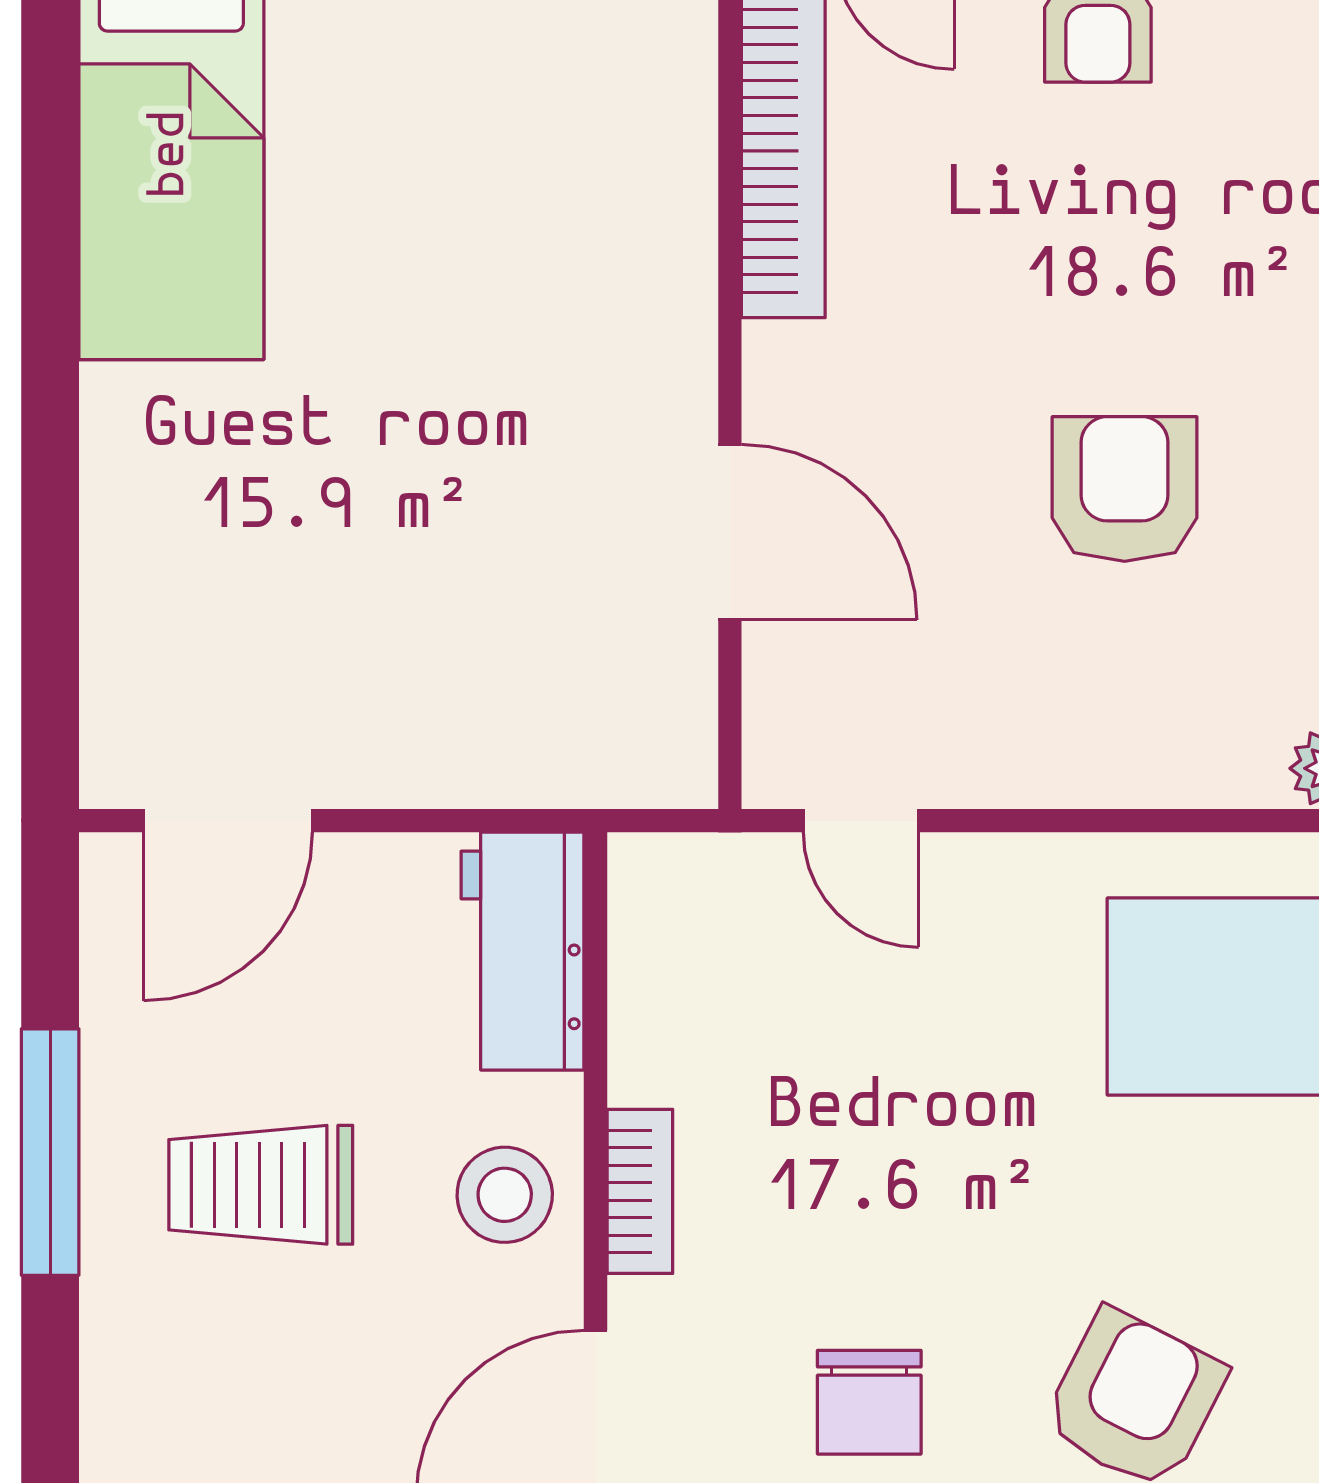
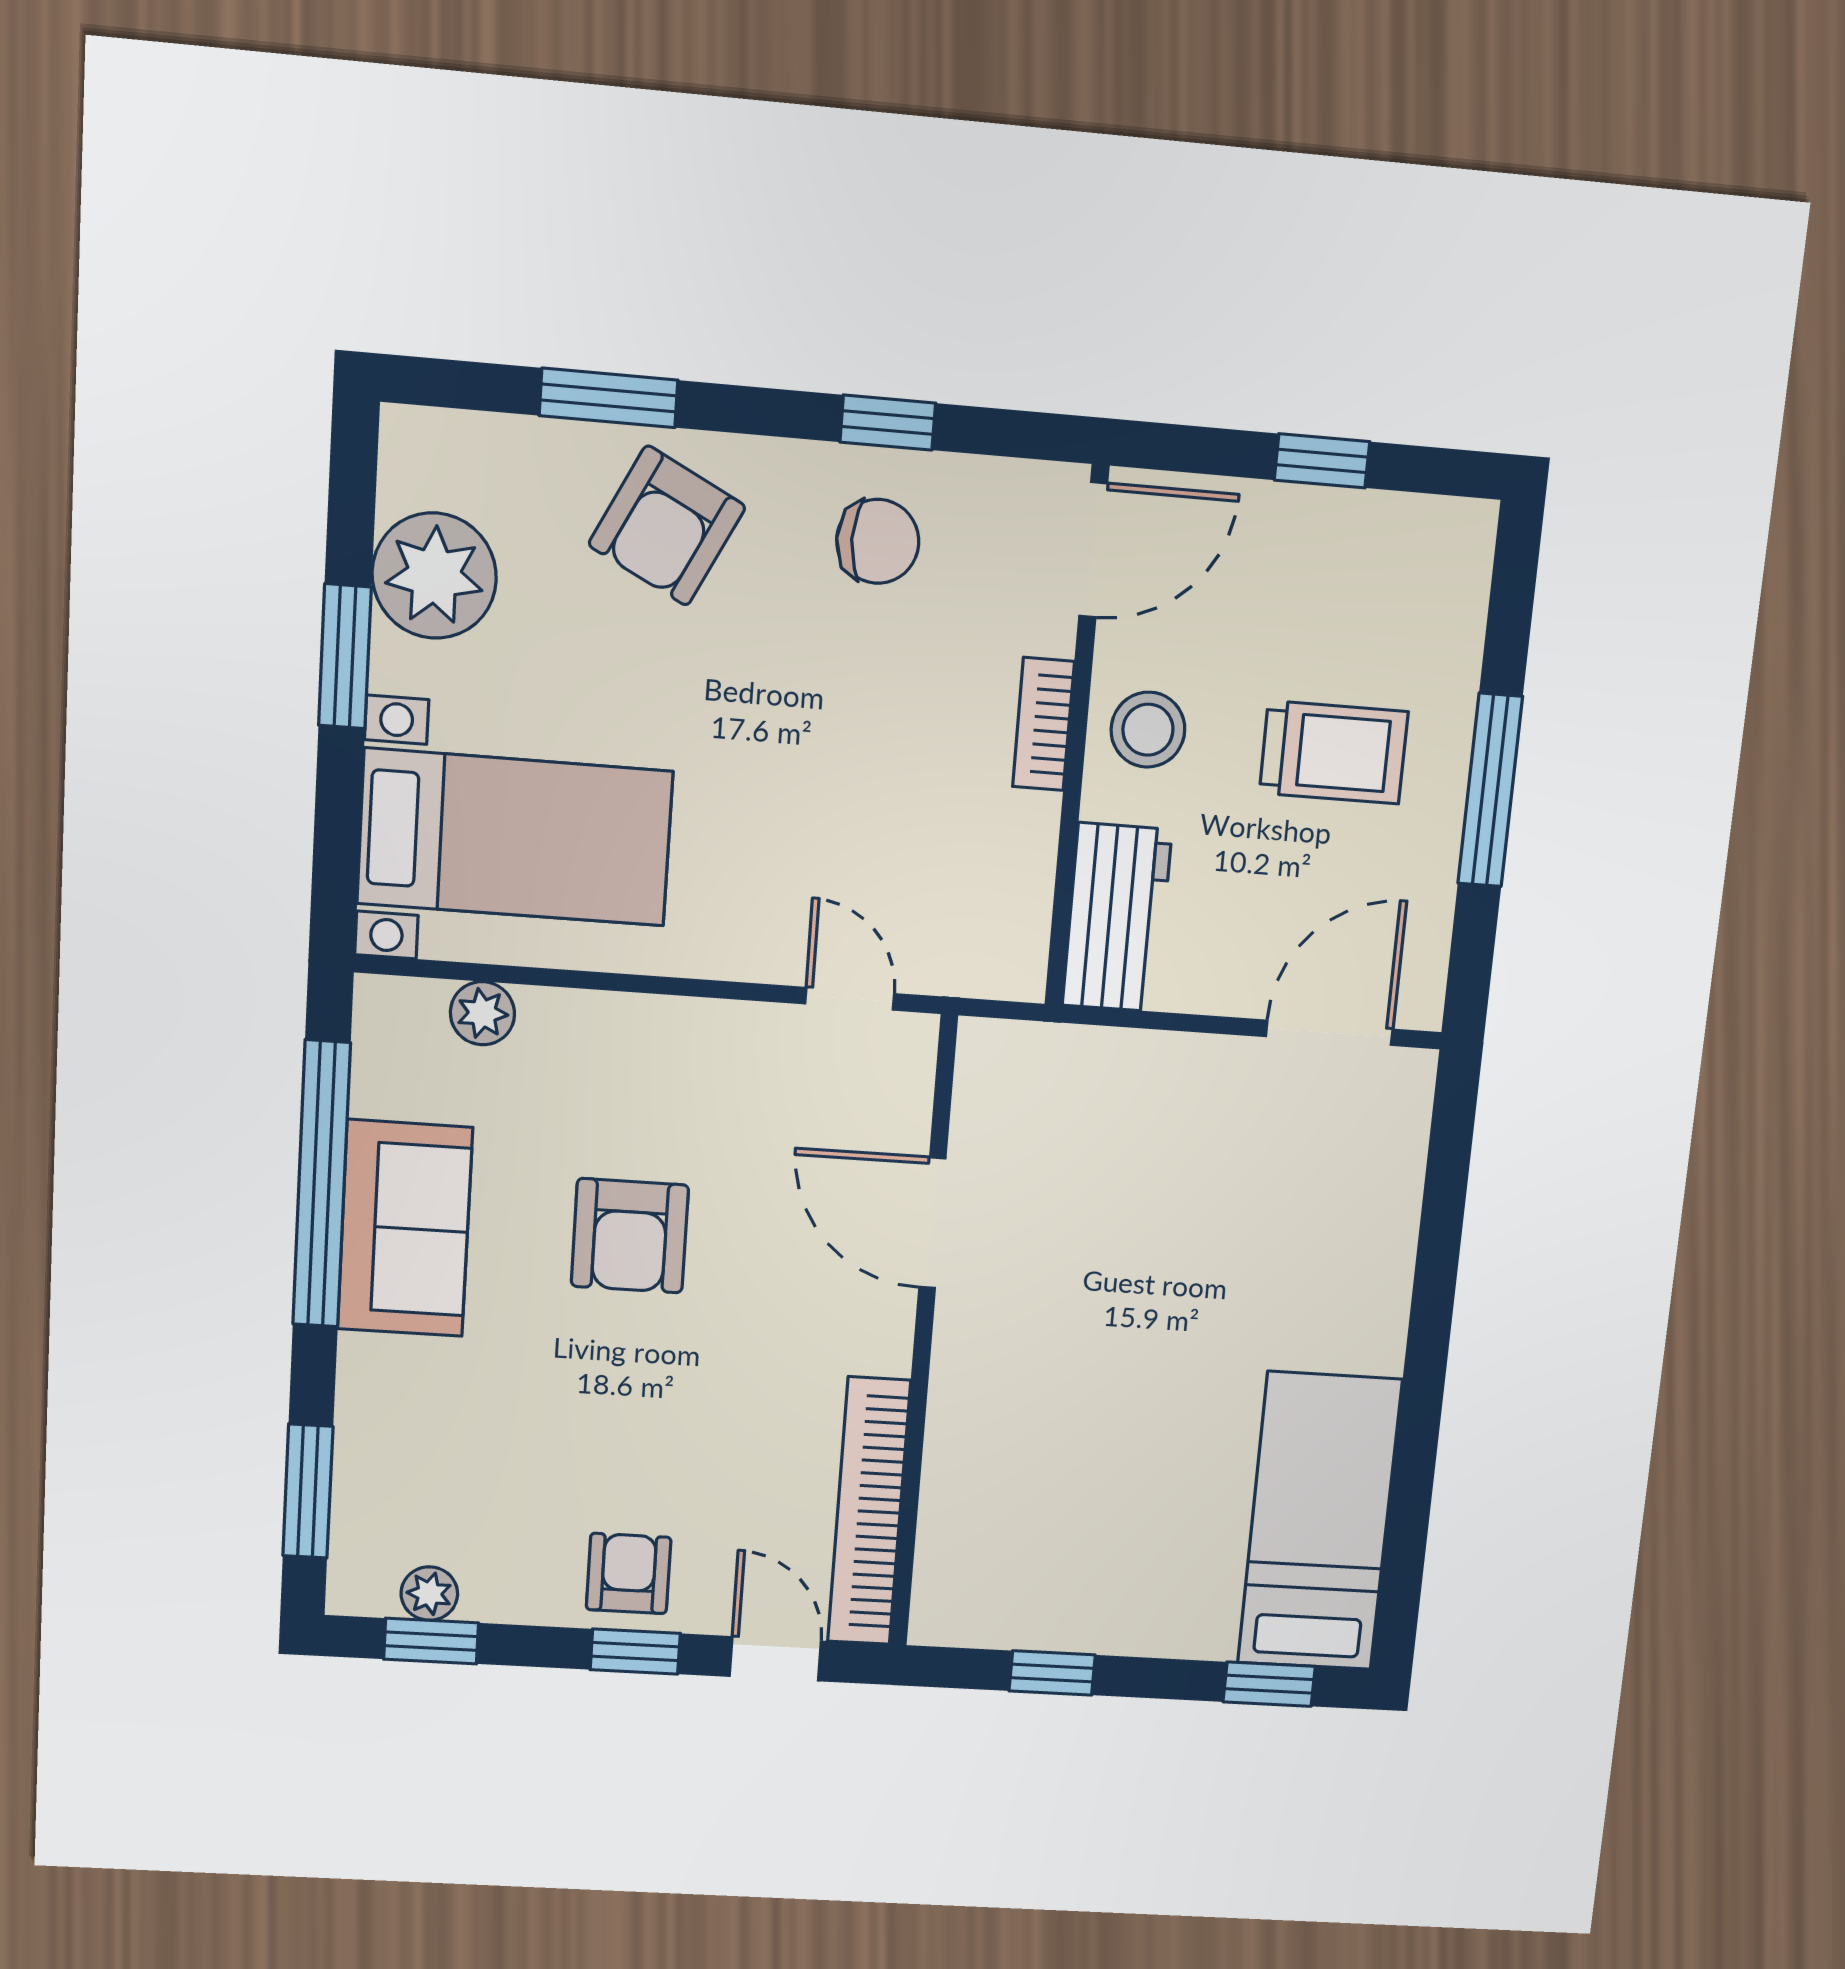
chair: (869, 1402) -> (878, 541), turned 90

